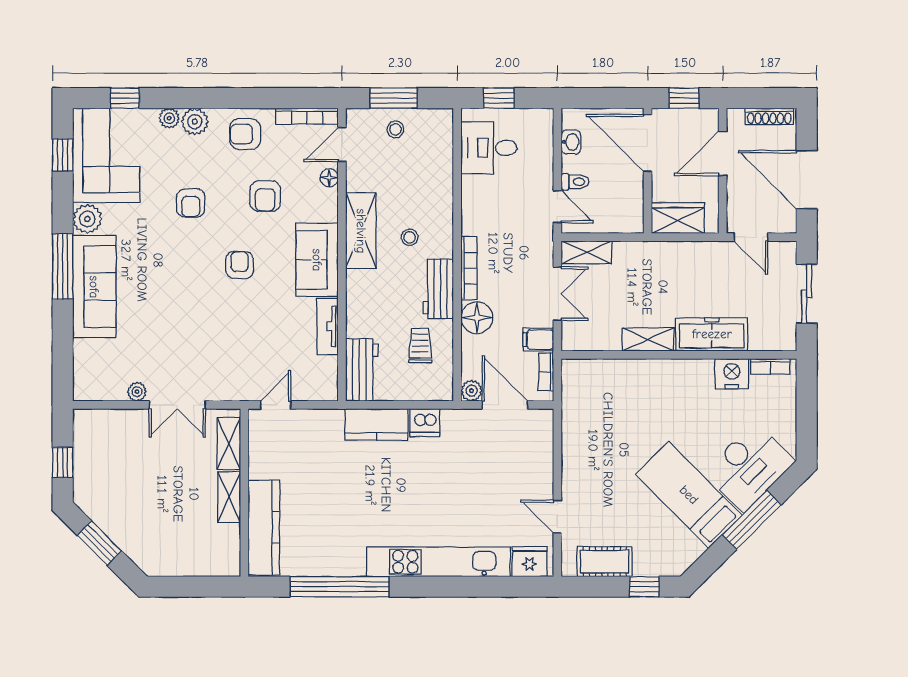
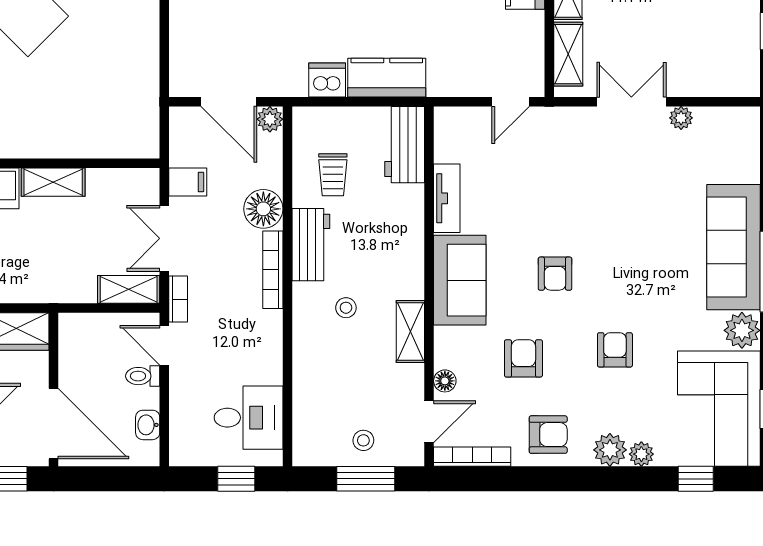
shelving: (361, 231) -> (410, 332), width x0.67, depth x0.75
bookcase: (546, 372) -> (178, 299), moved

